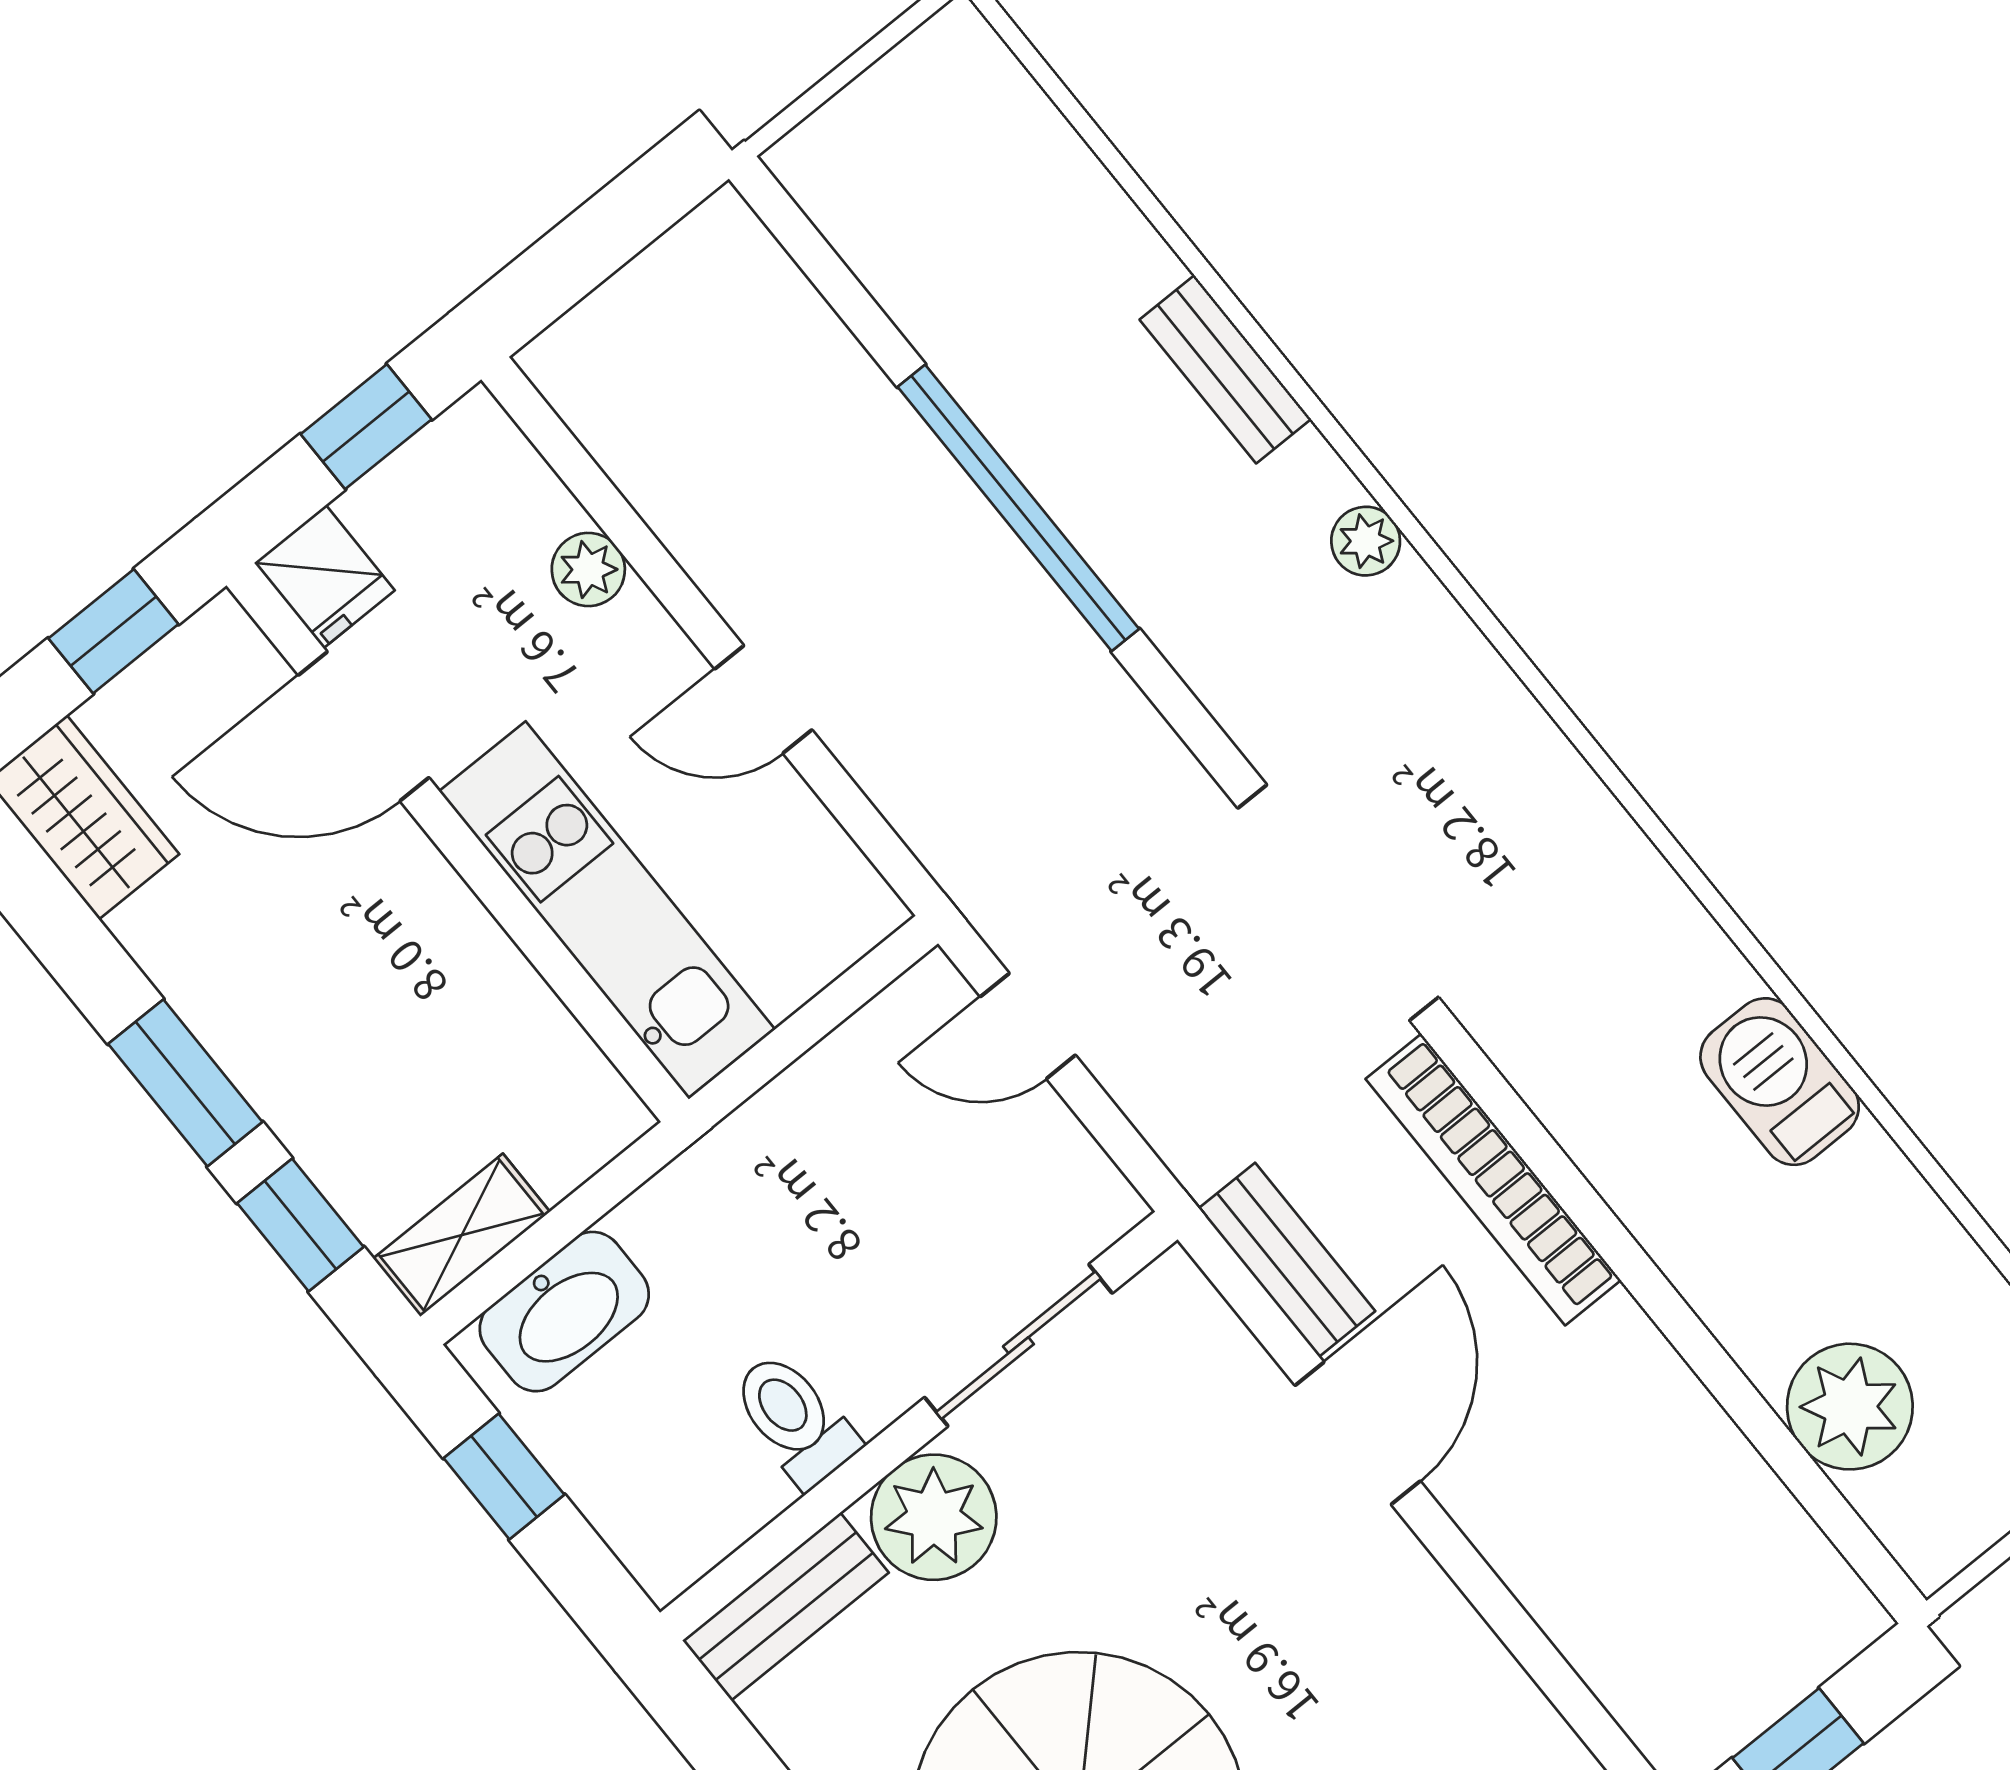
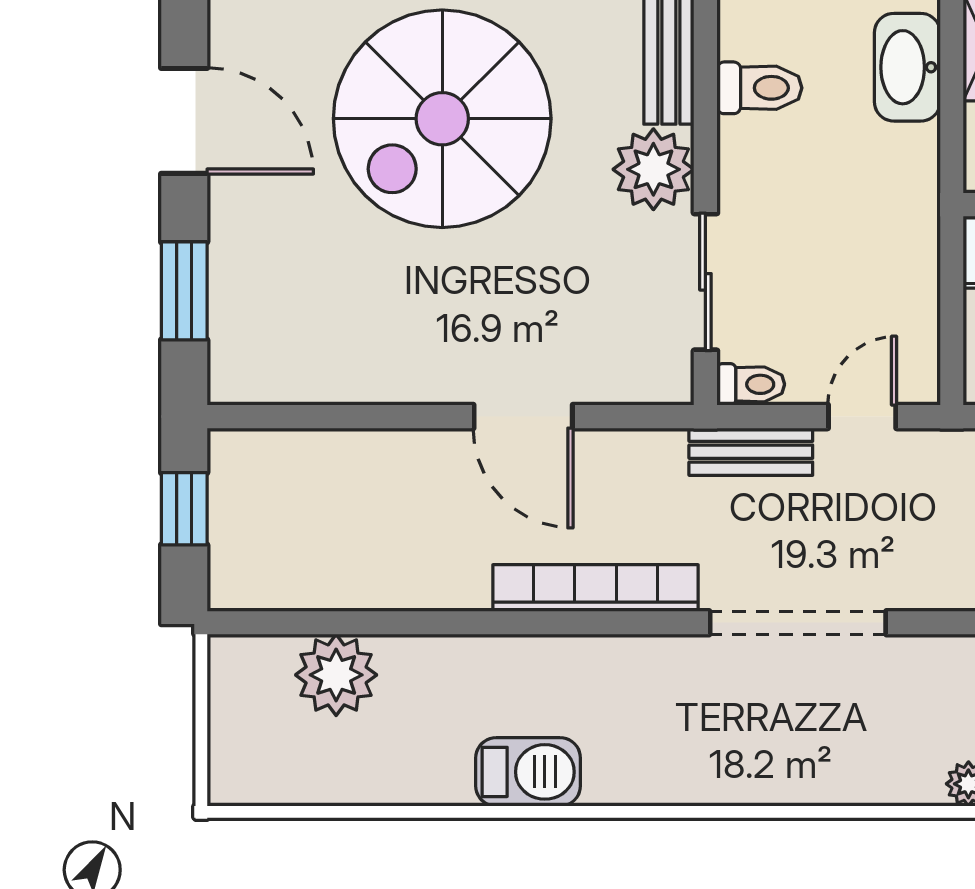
toilet: (1097, 1191) -> (751, 384), added
bench: (1287, 1260) -> (751, 452), moved
toilet: (794, 1419) -> (759, 88), moved

